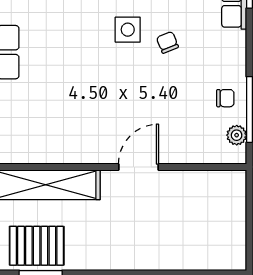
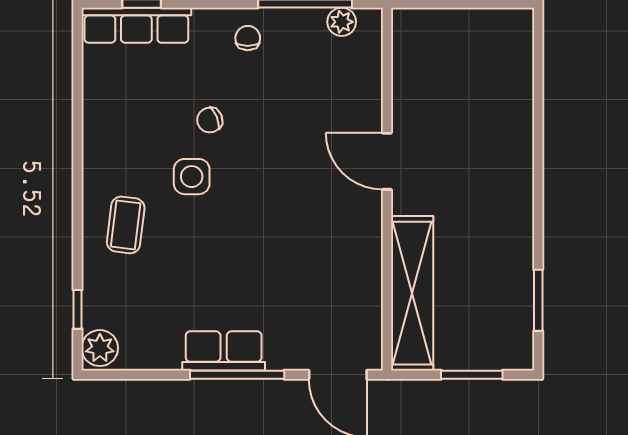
chair: (225, 98) -> (248, 38), moved
pallet: (37, 246) -> (499, 306), removed

